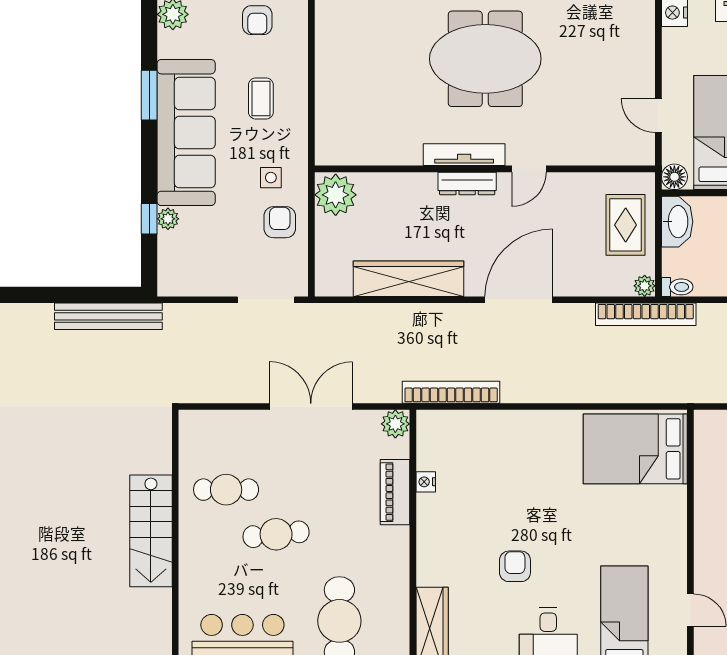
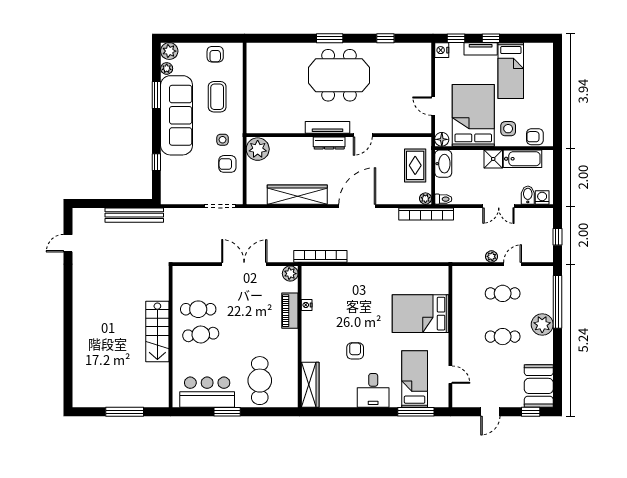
coffee table: (261, 98) -> (217, 97), width x1.36, depth x1.30
plant: (168, 219) -> (167, 68), moved
armchair: (280, 222) -> (227, 164), turned -90
bed: (635, 449) -> (420, 314), moved
cafe table: (276, 534) -> (201, 334), moved

